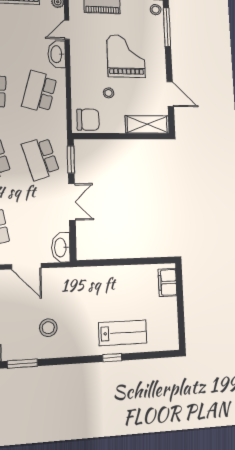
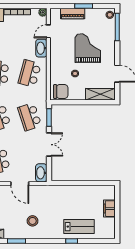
filing cabinet: (167, 282) -> (109, 209), moved

